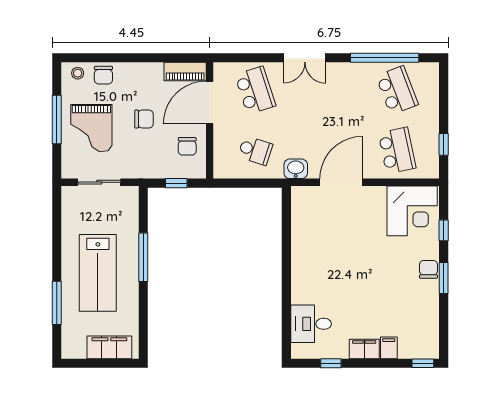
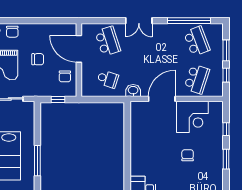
piano: (185, 71) -> (64, 29), removed
door: (210, 102) -> (79, 49), hinge flipped
window: (444, 105) -> (226, 50), added
school desk: (397, 151) -> (197, 79), turned 30
corner desk: (412, 211) -> (192, 117), moved
window: (143, 257) -> (37, 161), moved
chair: (428, 269) -> (188, 155), moved

